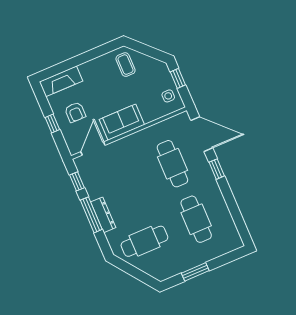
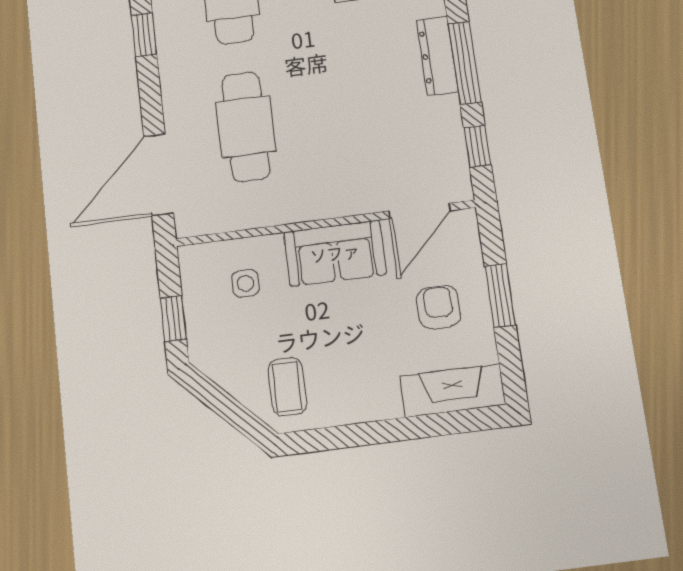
side table: (168, 96) -> (246, 283), moved
window: (52, 124) -> (500, 296), width x1.50
door: (202, 134) -> (159, 175), hinge flipped
window: (217, 169) -> (144, 35), moved

